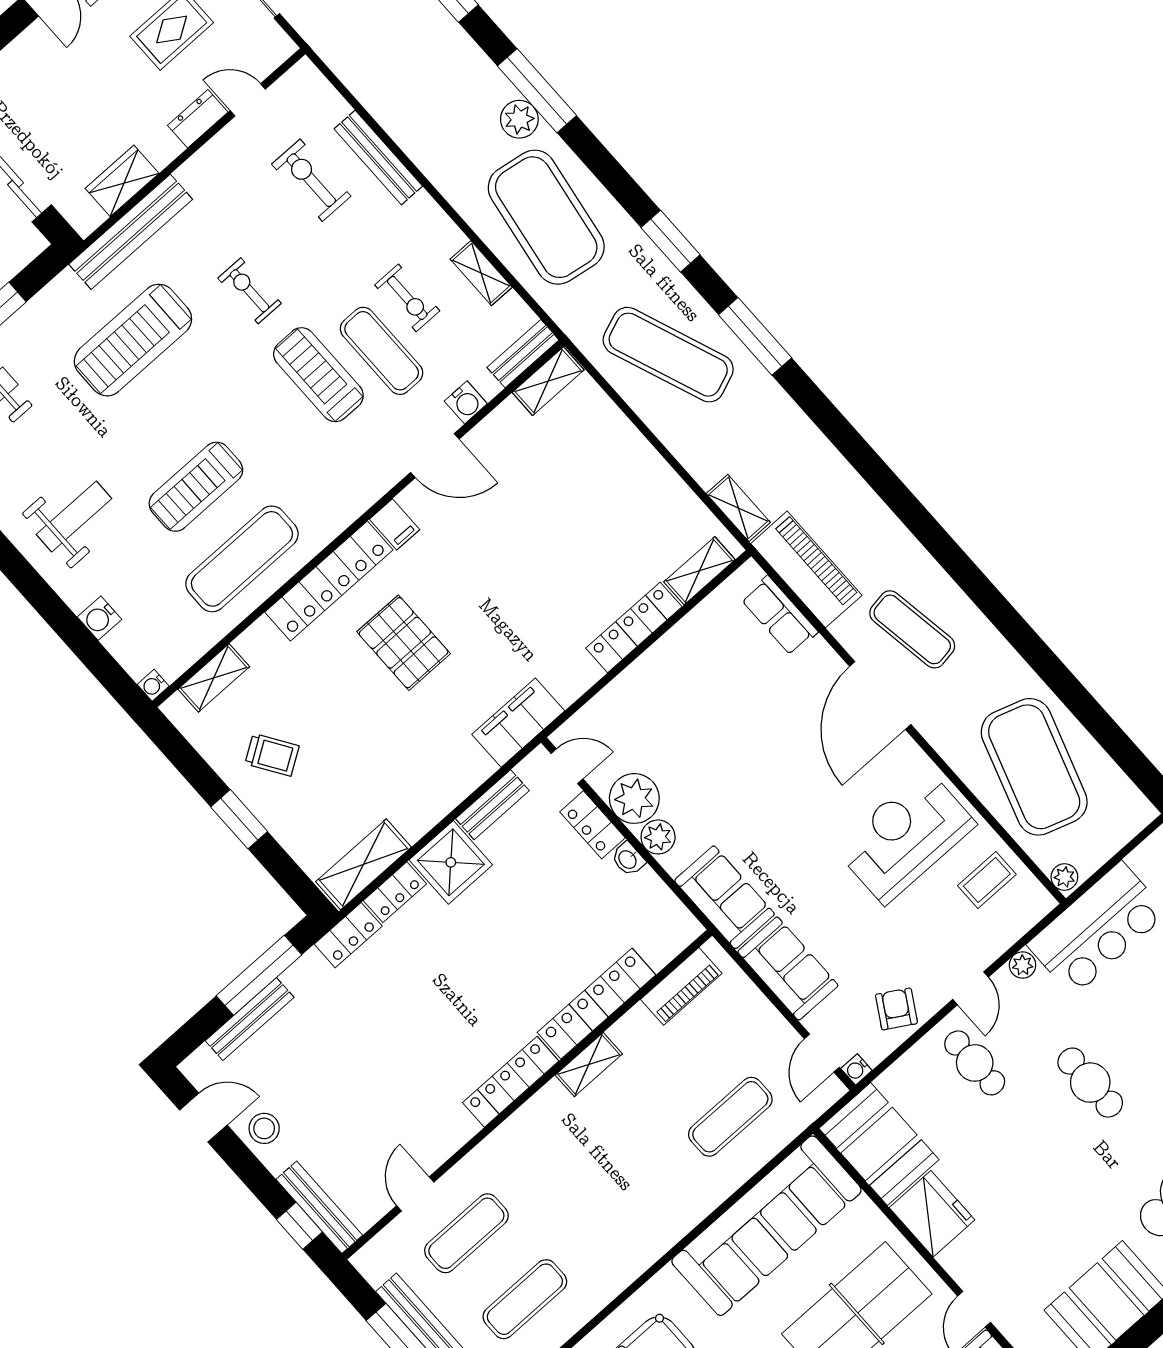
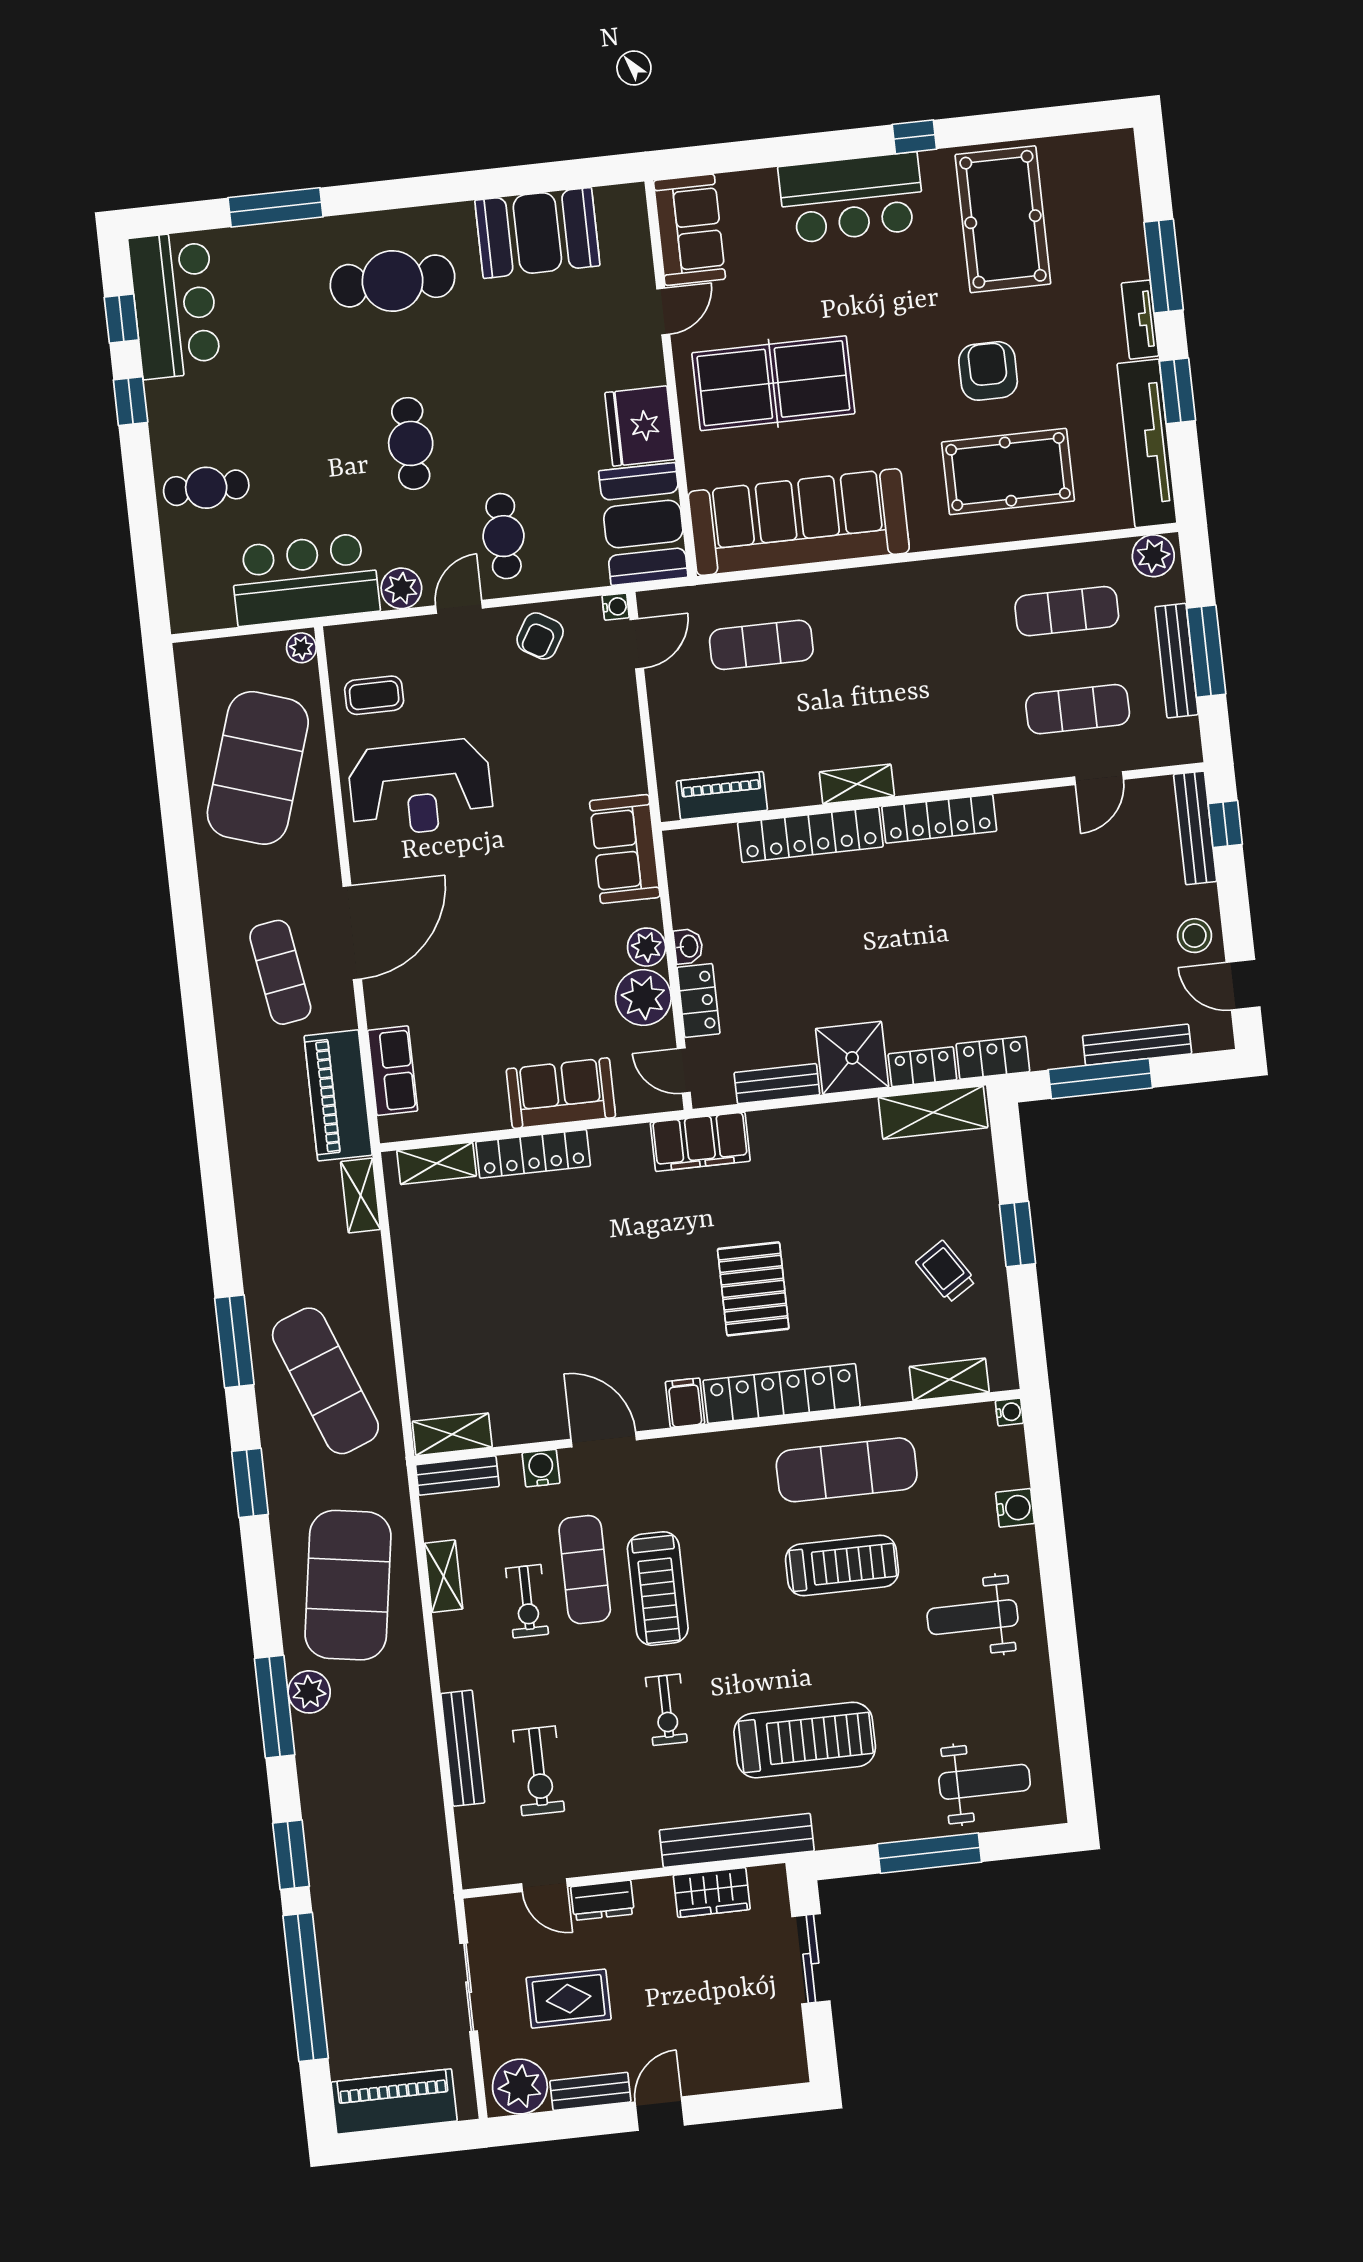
exercise bike: (407, 298) -> (527, 1601), turned 180
plant: (1023, 965) -> (401, 588), width x1.38, depth x1.38
sofa: (788, 969) -> (561, 1093), moved, turned 90

